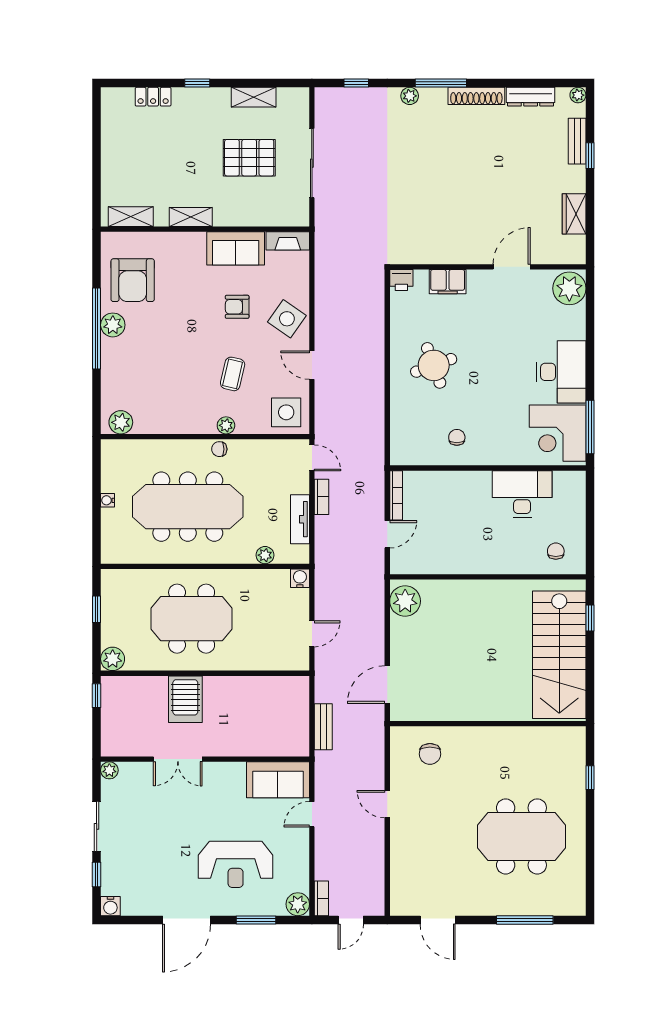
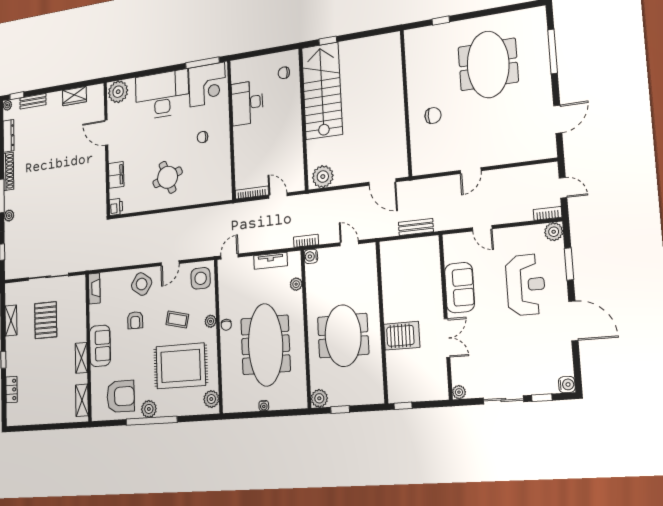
window: (590, 156) -> (17, 96), moved
sofa: (236, 248) -> (100, 346), moved
desk: (561, 372) -> (162, 95), width x1.36, depth x1.30
rug: (168, 377) -> (181, 366), added
chair: (457, 437) -> (203, 137), moved
bookcase: (321, 497) -> (306, 241), moved
stairs: (559, 655) -> (322, 91), moved, turned -90
plant: (113, 659) -> (319, 398), moved
chair: (430, 754) -> (433, 116), moved
sofa: (278, 780) -> (460, 288), moved

